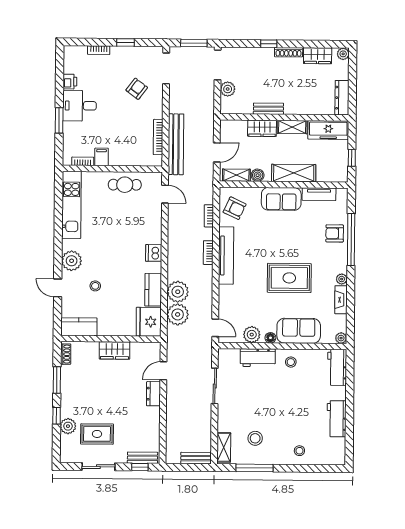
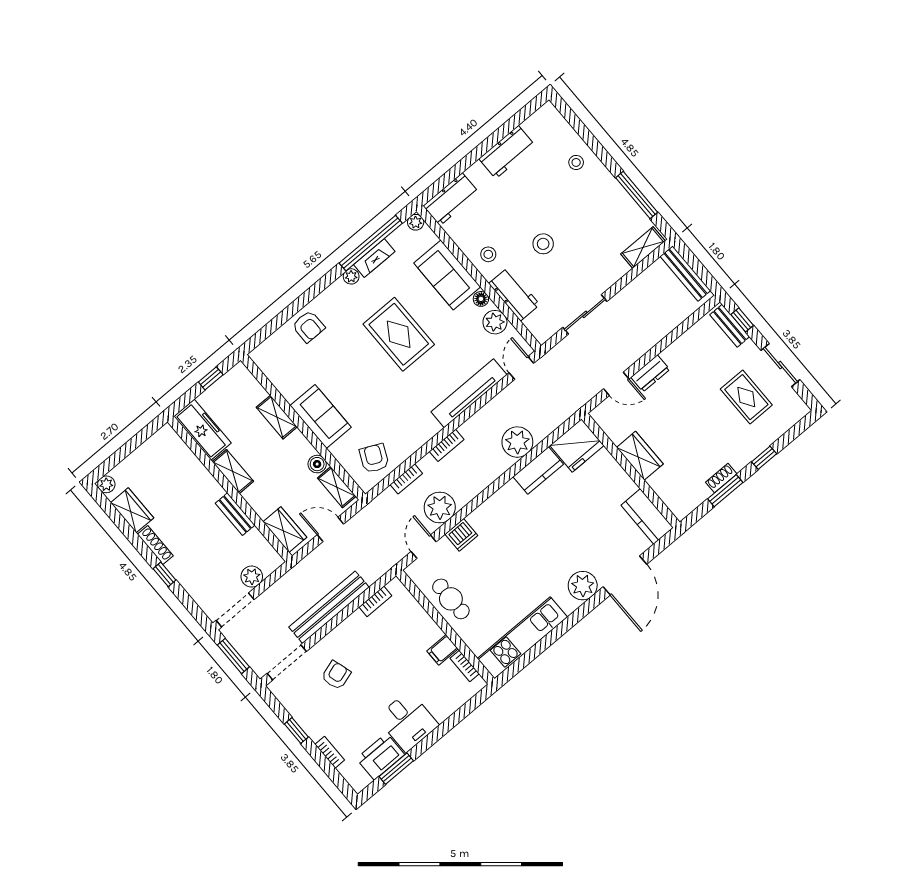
printer: (70, 82) -> (380, 757), width x1.87, depth x1.48
armchair: (137, 89) -> (336, 675), turned 126
dresser: (342, 98) -> (155, 445), removed
window: (59, 120) -> (396, 769), moved
wardrobe: (262, 128) -> (285, 530), moved
bookcase: (158, 137) -> (375, 601), width x0.64
bench: (176, 144) -> (329, 607), moved
shelving: (294, 173) -> (277, 417), width x0.67, depth x0.75
tv unit: (319, 194) -> (280, 380), removed
window: (351, 240) -> (371, 243), moved
dishwasher: (154, 253) -> (461, 535), moved
tv unit: (226, 255) -> (469, 393), moved
stool: (95, 286) -> (588, 537), removed
door: (58, 288) -> (625, 575), width x1.87
plant: (178, 314) -> (440, 507), moved
shoe rack: (66, 354) -> (721, 478), moved
plant: (68, 426) -> (765, 436), removed
stool: (255, 438) -> (543, 244), moved
bench: (196, 458) -> (685, 273), width x1.36

